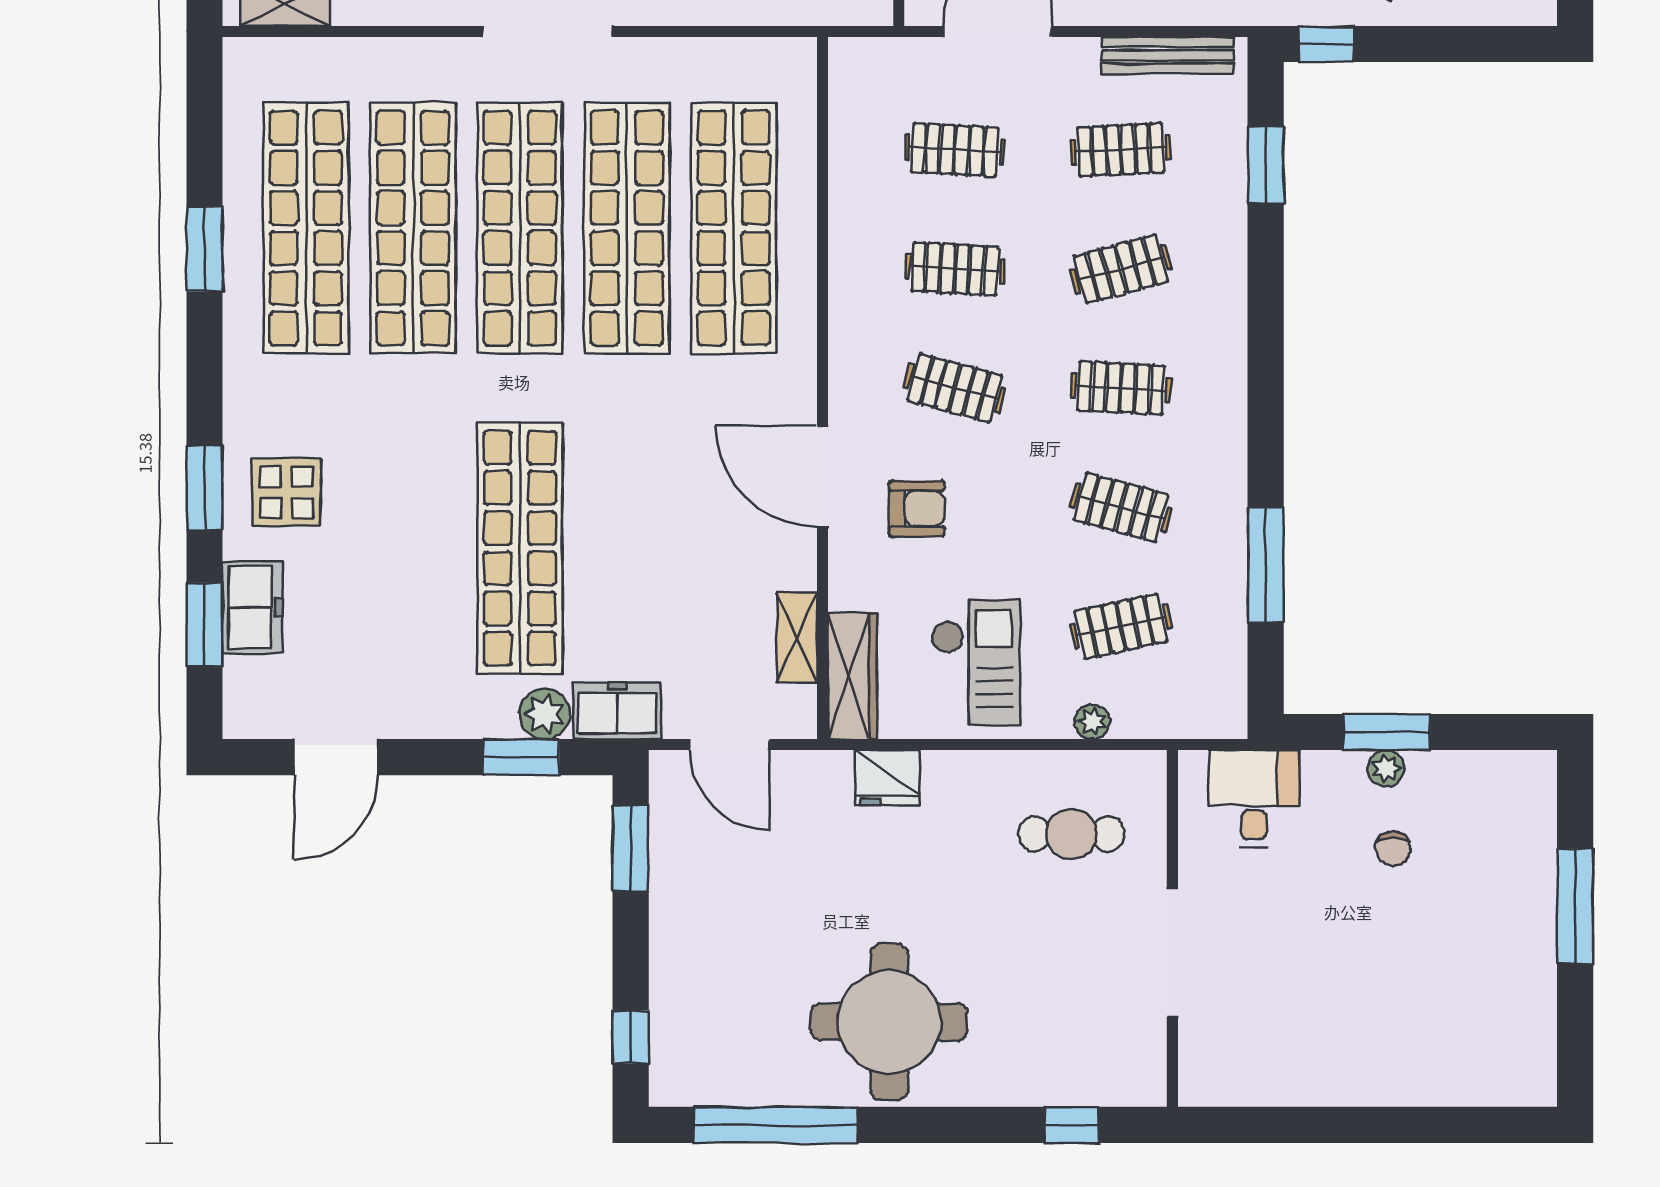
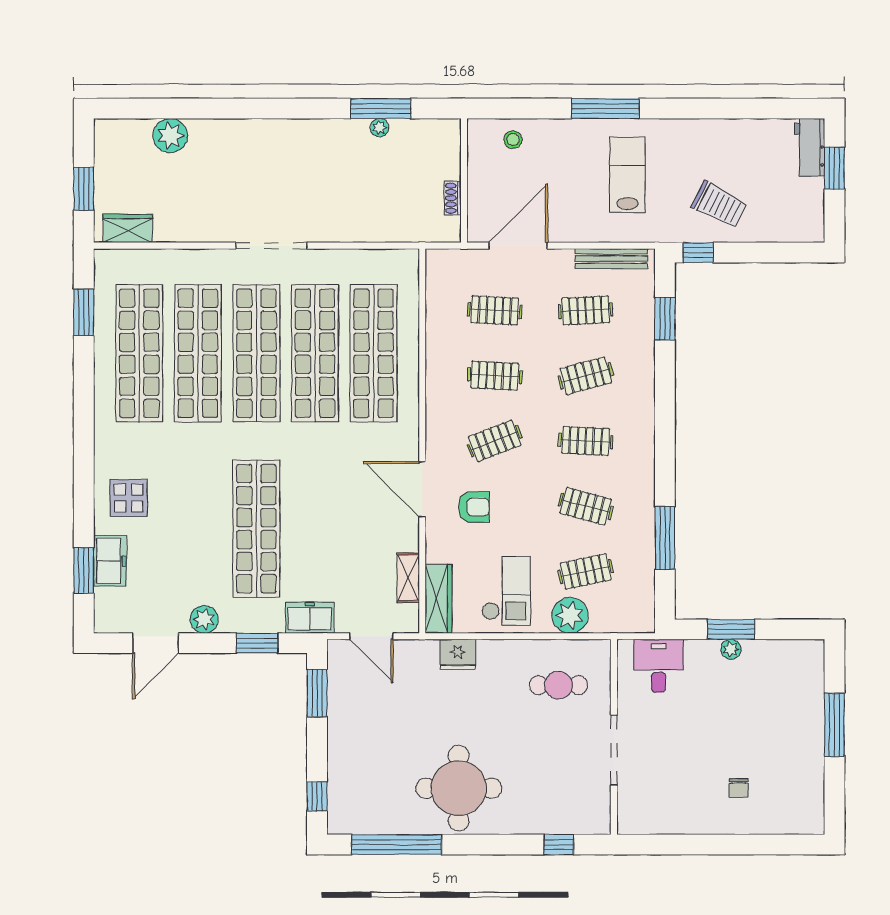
window: (205, 249) -> (84, 312), moved
clothes rail: (955, 388) -> (495, 441), turned -36
window: (205, 488) -> (84, 495), removed
plant: (545, 714) -> (204, 619), moved
plant: (1092, 722) -> (570, 615), width x1.87, depth x1.87
chair: (1393, 849) -> (738, 788), moved

